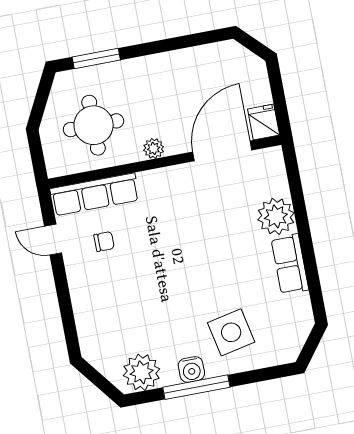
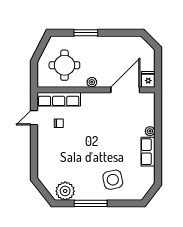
window: (96, 58) -> (86, 33), moved
plant: (276, 216) -> (150, 131), width x0.53, depth x0.53
door: (53, 240) -> (34, 118), hinge flipped
water cooler: (191, 369) -> (90, 194), removed

